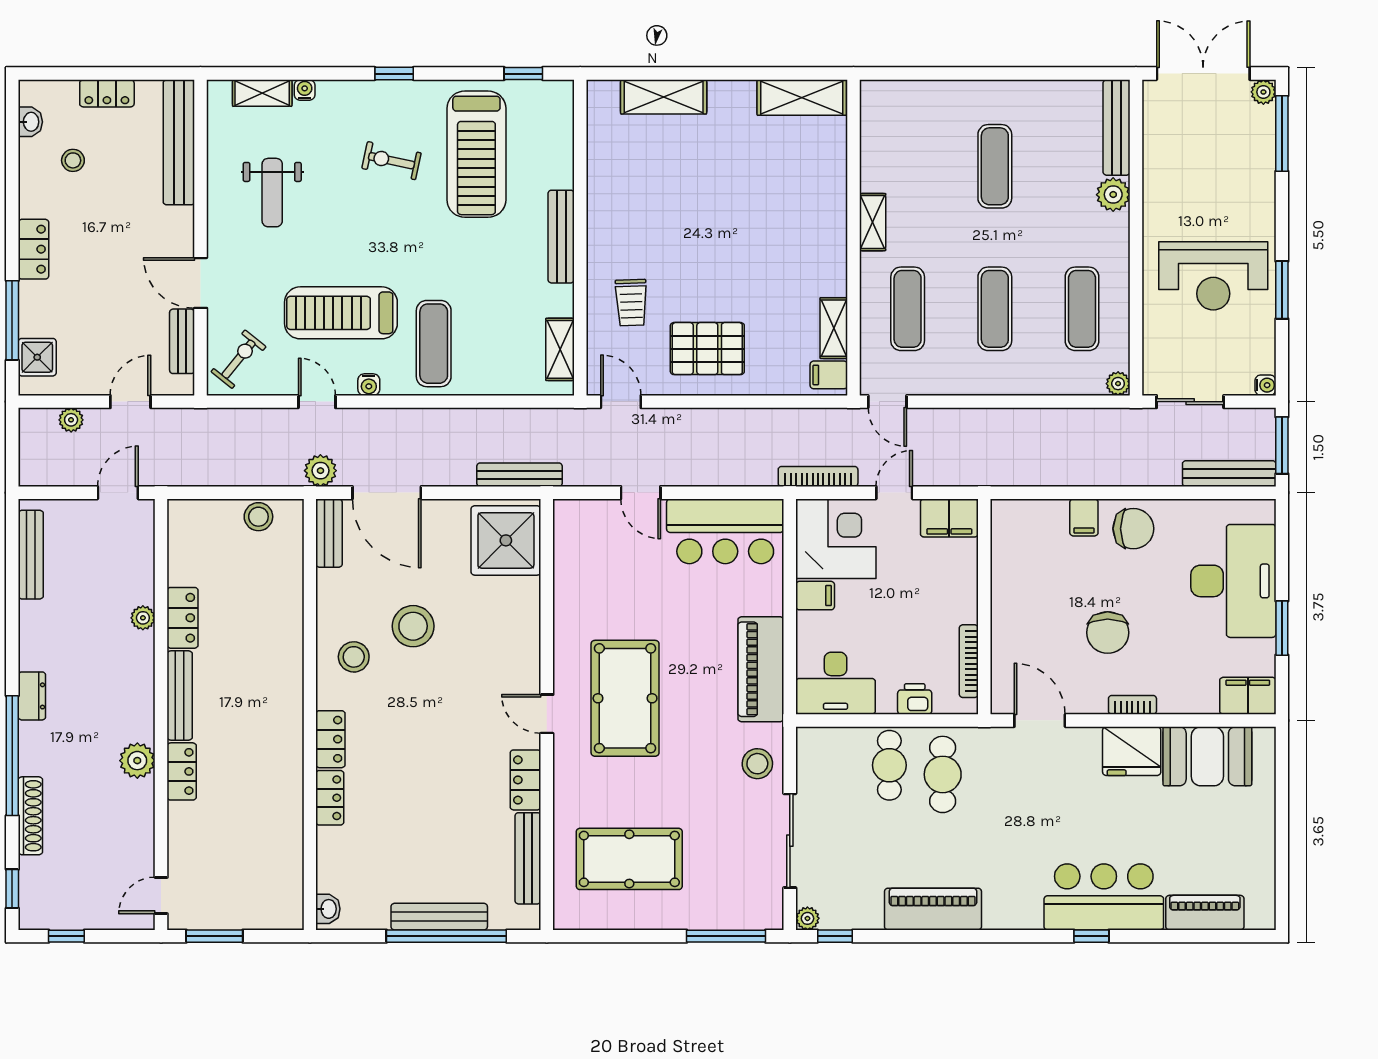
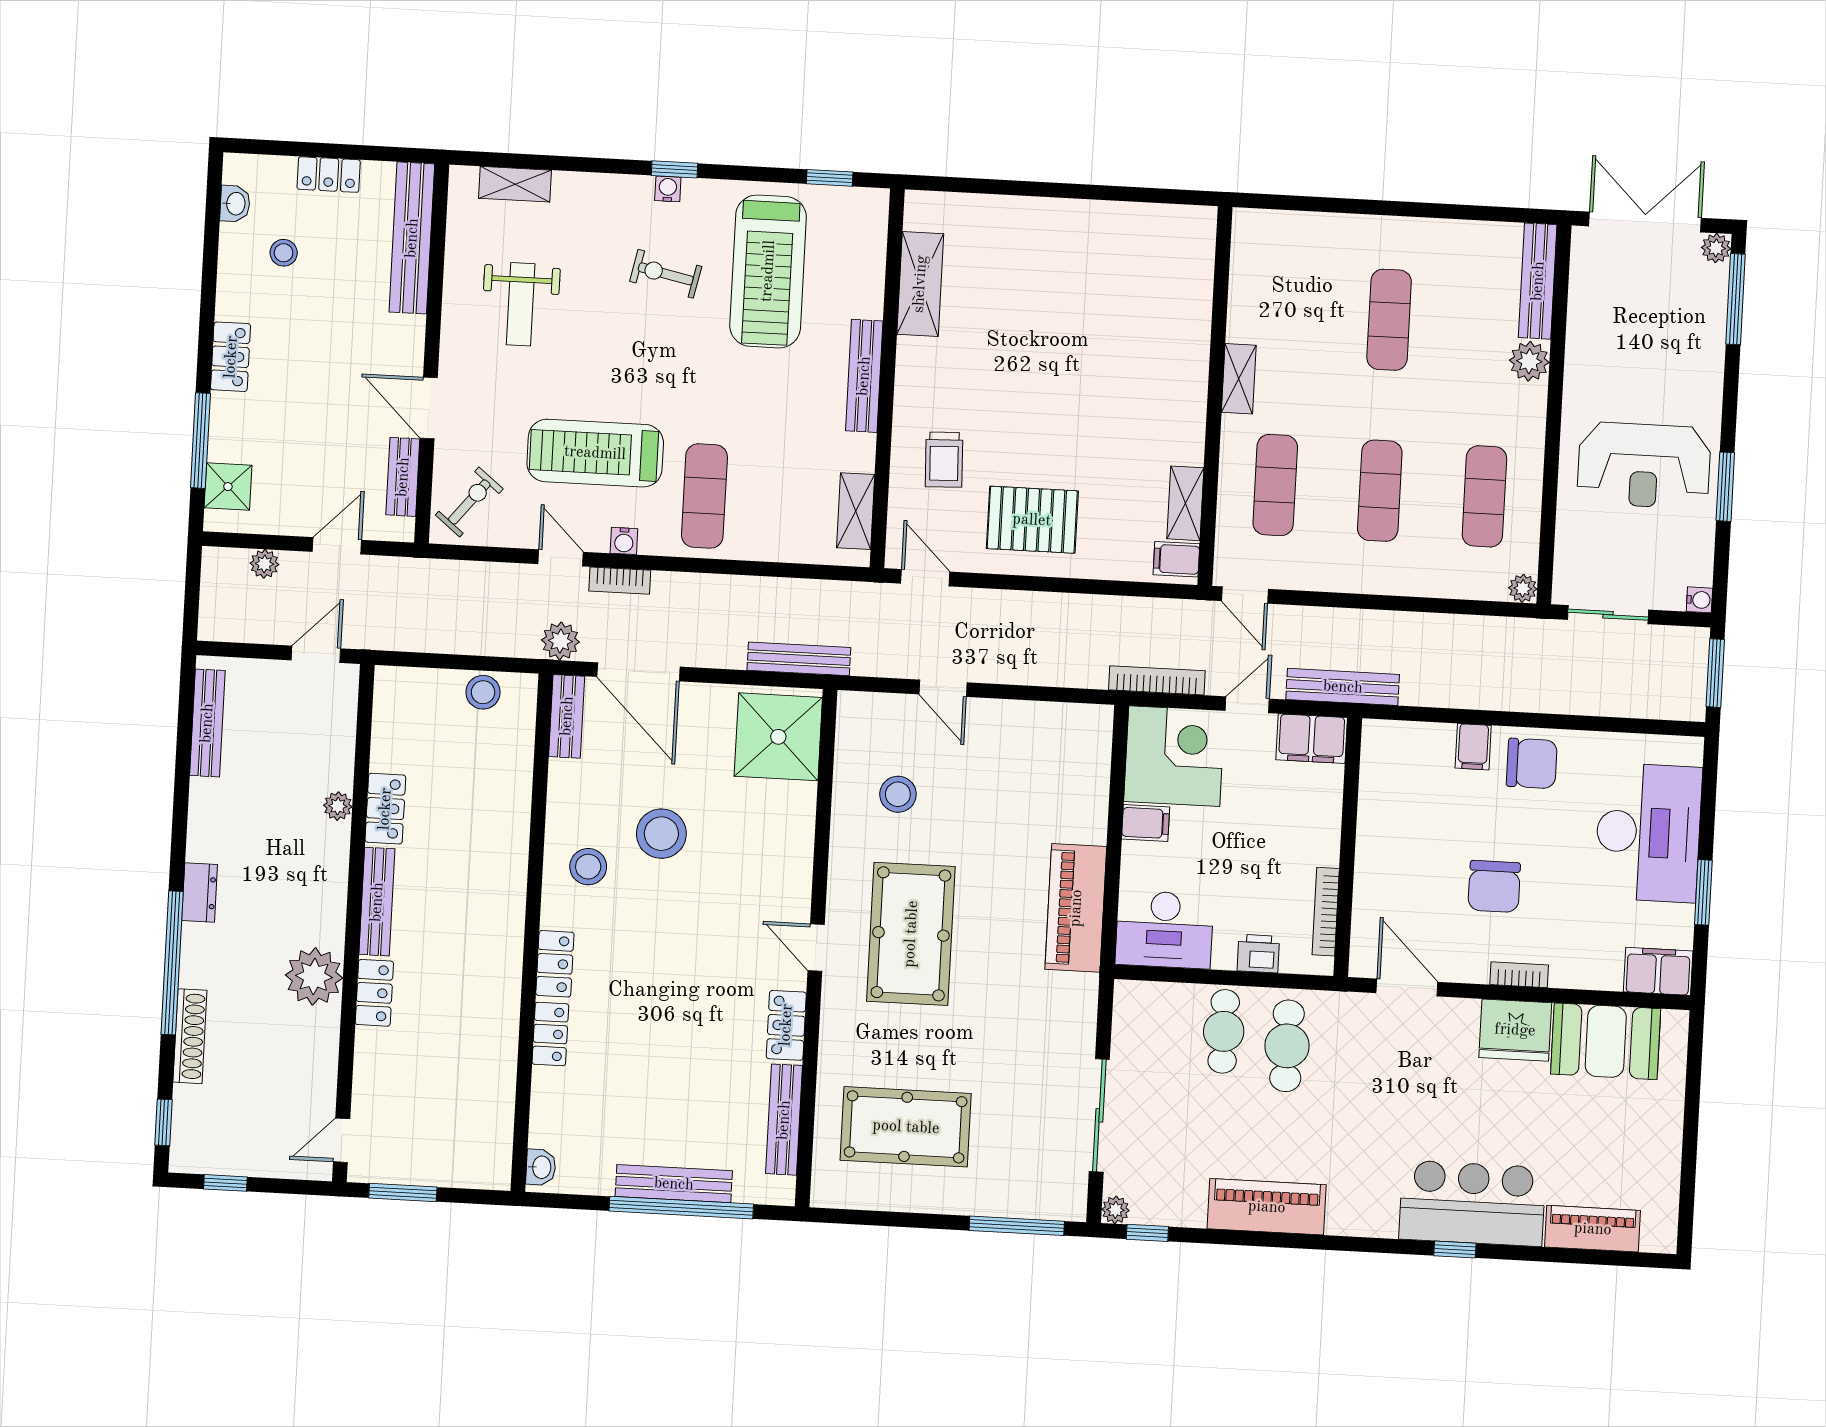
water cooler: (305, 90) -> (668, 189), moved
shelving: (664, 97) -> (920, 284), moved, turned 90
shelving: (802, 97) -> (1162, 225), removed
bookcase: (367, 418) -> (620, 581), added
bench: (1229, 474) -> (1343, 687), moved
bar counter: (725, 531) -> (1042, 740), removed
plant: (137, 761) -> (314, 976), width x1.36, depth x1.36
stool: (757, 764) -> (898, 794), moved

